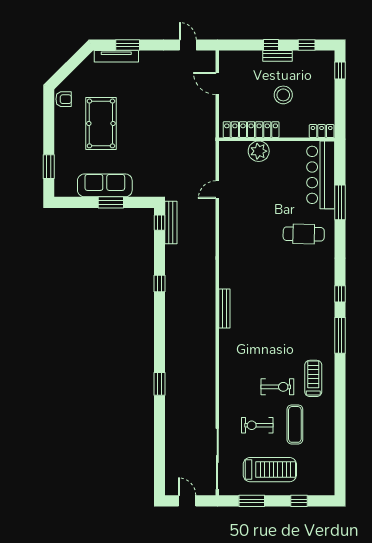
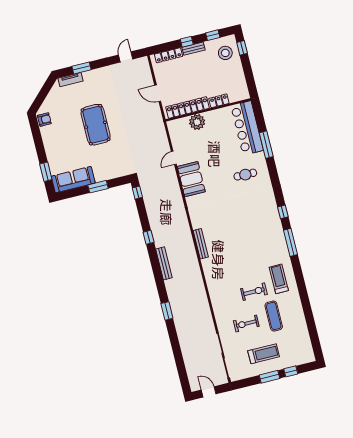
door: (188, 45) -> (126, 57), hinge flipped
tv unit: (116, 56) -> (70, 80), width x0.71
locker: (243, 56) -> (169, 55), added
door: (217, 84) -> (158, 93), moved
stool: (283, 95) -> (225, 53), moved
pool table: (101, 123) -> (96, 125), moved
locker: (322, 131) -> (219, 101), moved
sofa: (105, 185) -> (73, 180), moved
bench: (171, 223) -> (164, 263), moved
booth: (233, 223) -> (191, 179), added
cafe table: (304, 234) -> (245, 175), width x0.73, depth x0.74
treadmill: (270, 470) -> (264, 354), width x0.73, depth x0.73
window: (252, 501) -> (270, 377), moved

